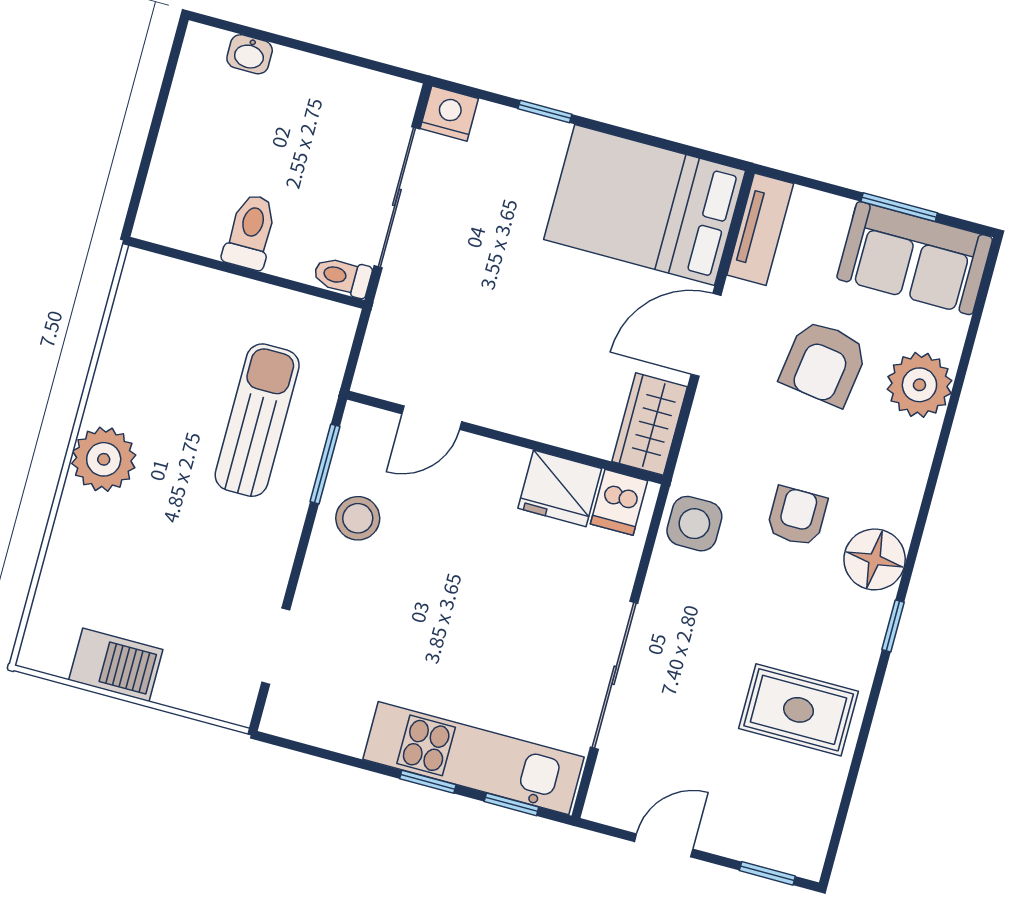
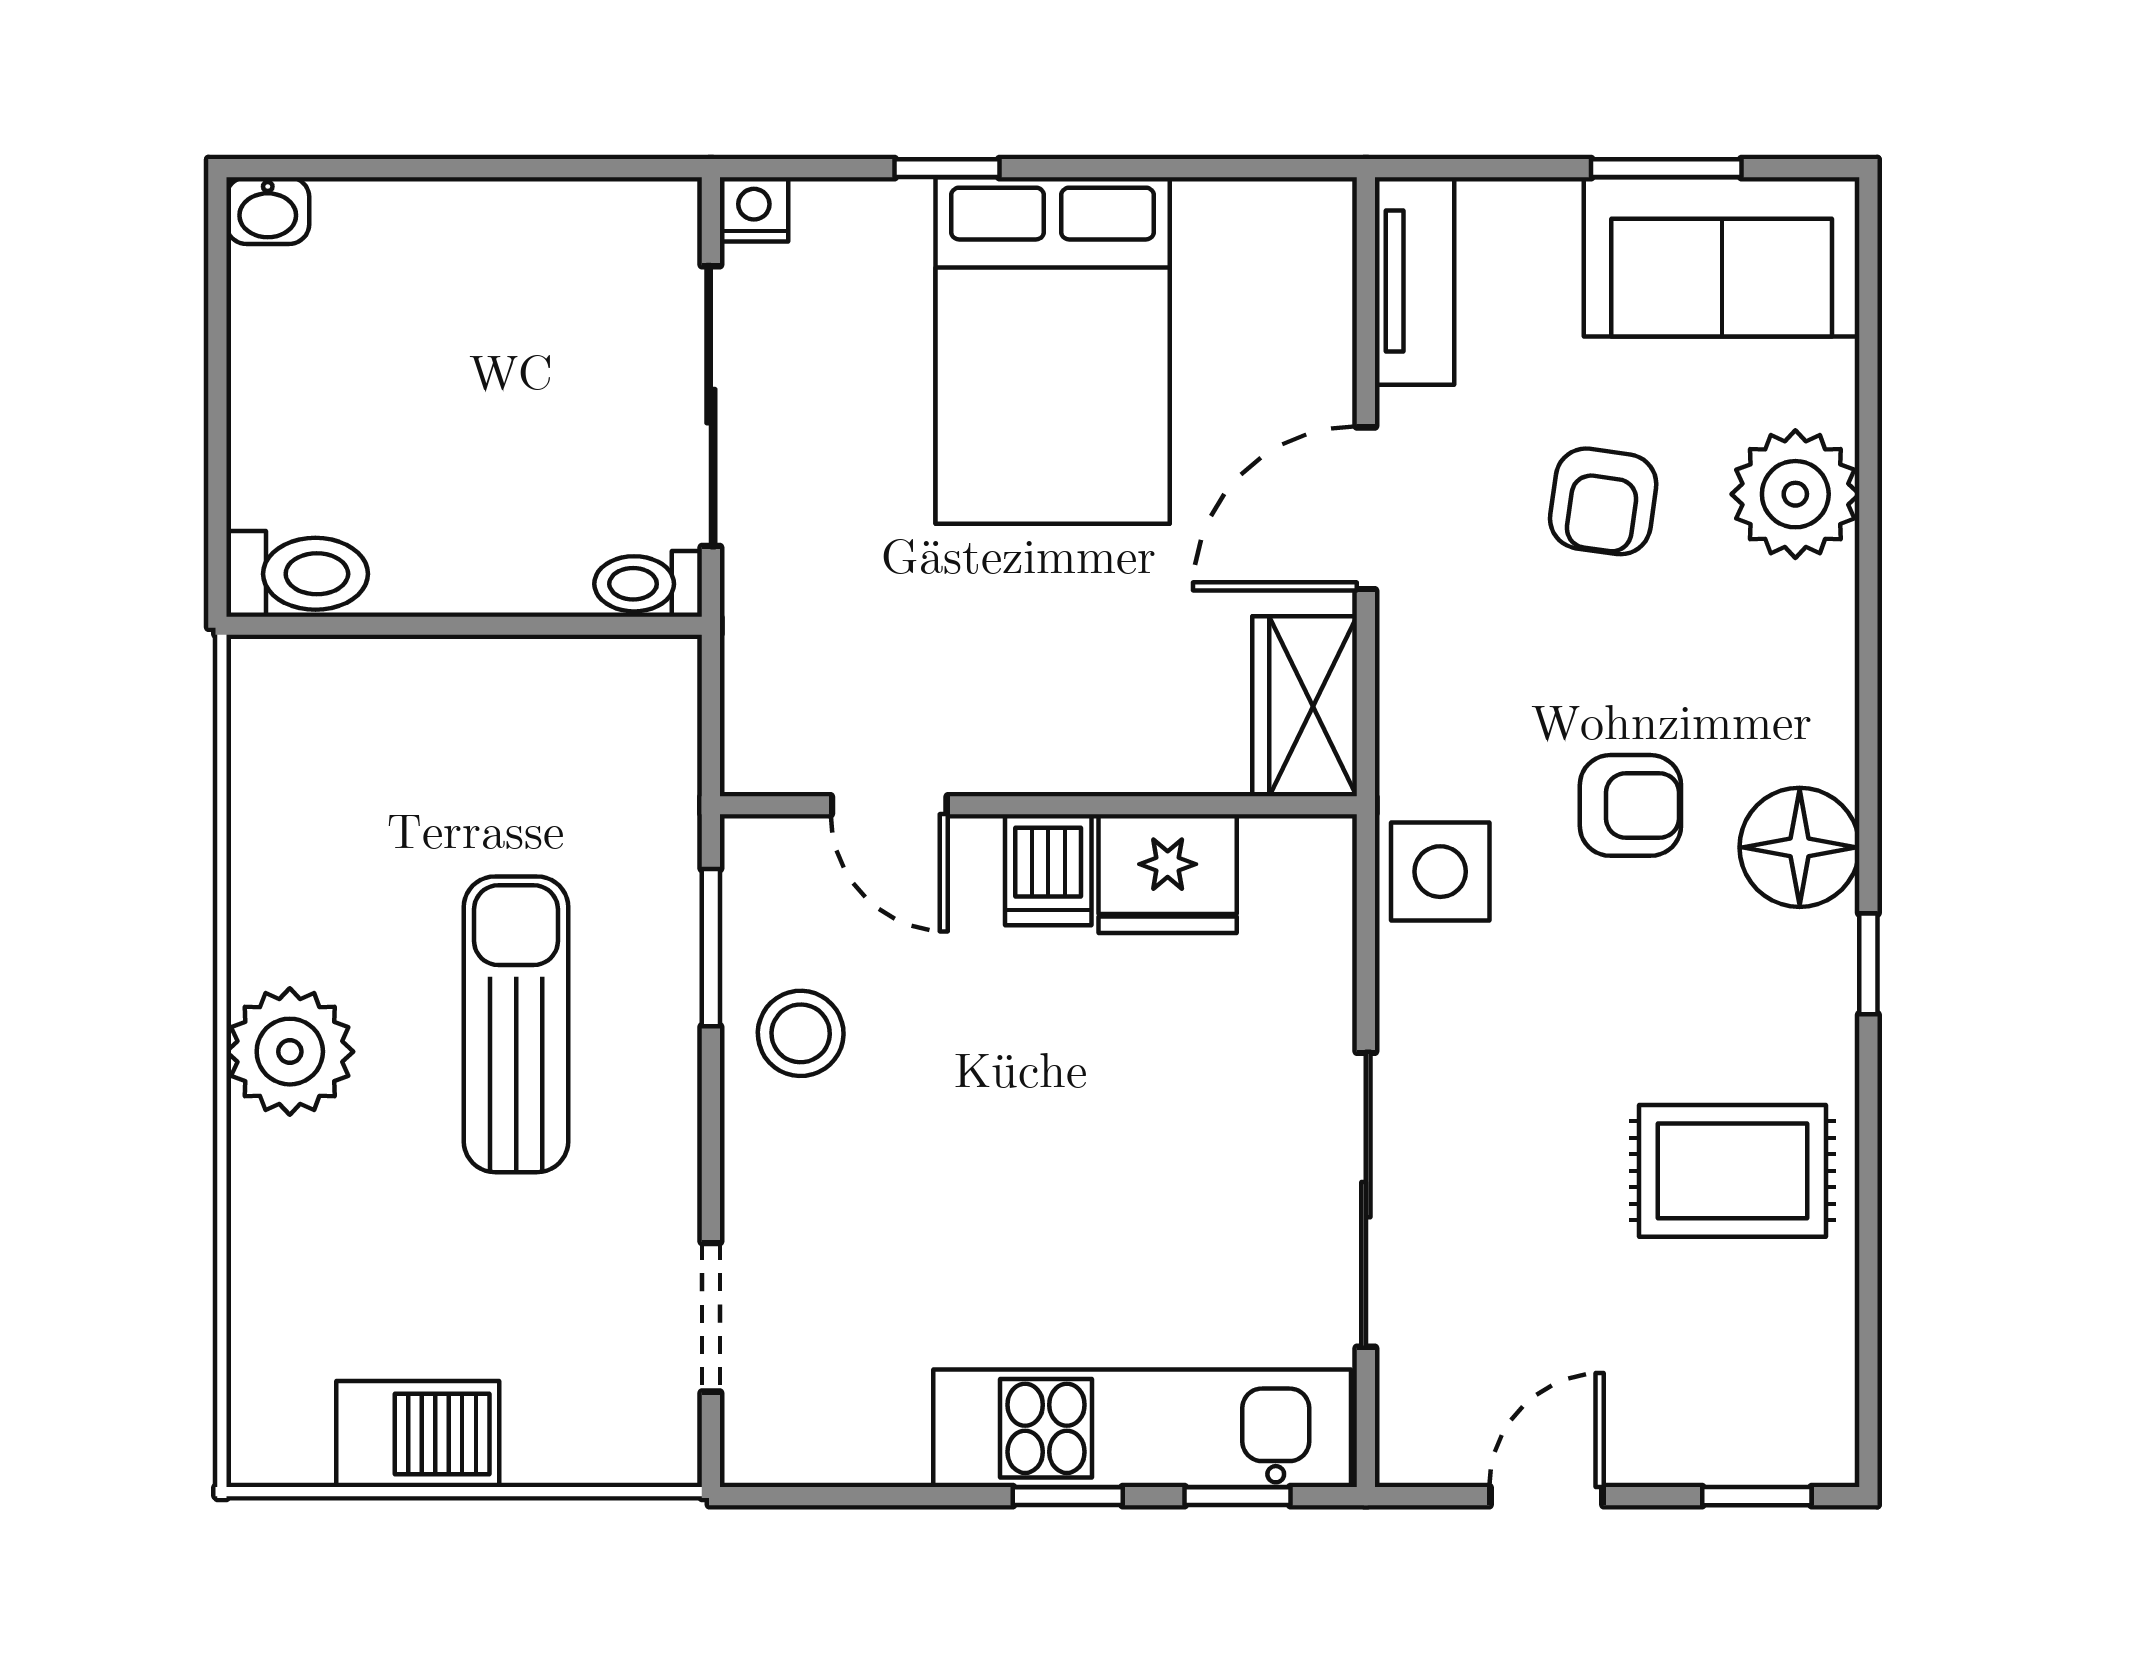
washbasin: (250, 54) -> (268, 211), moved
nightstand: (449, 113) -> (754, 209), width x0.72, depth x0.74
bed: (645, 205) -> (1053, 350), moved, turned -90
toilet: (250, 232) -> (297, 574), moved, turned 90
armchair: (824, 363) -> (1603, 501), width x0.72, depth x0.72
door: (432, 418) -> (889, 805), hinge flipped
sun lounger: (257, 420) -> (516, 1024), moved
dishwasher: (619, 502) -> (1048, 870), moved
armchair: (797, 516) -> (1630, 805), turned 90

